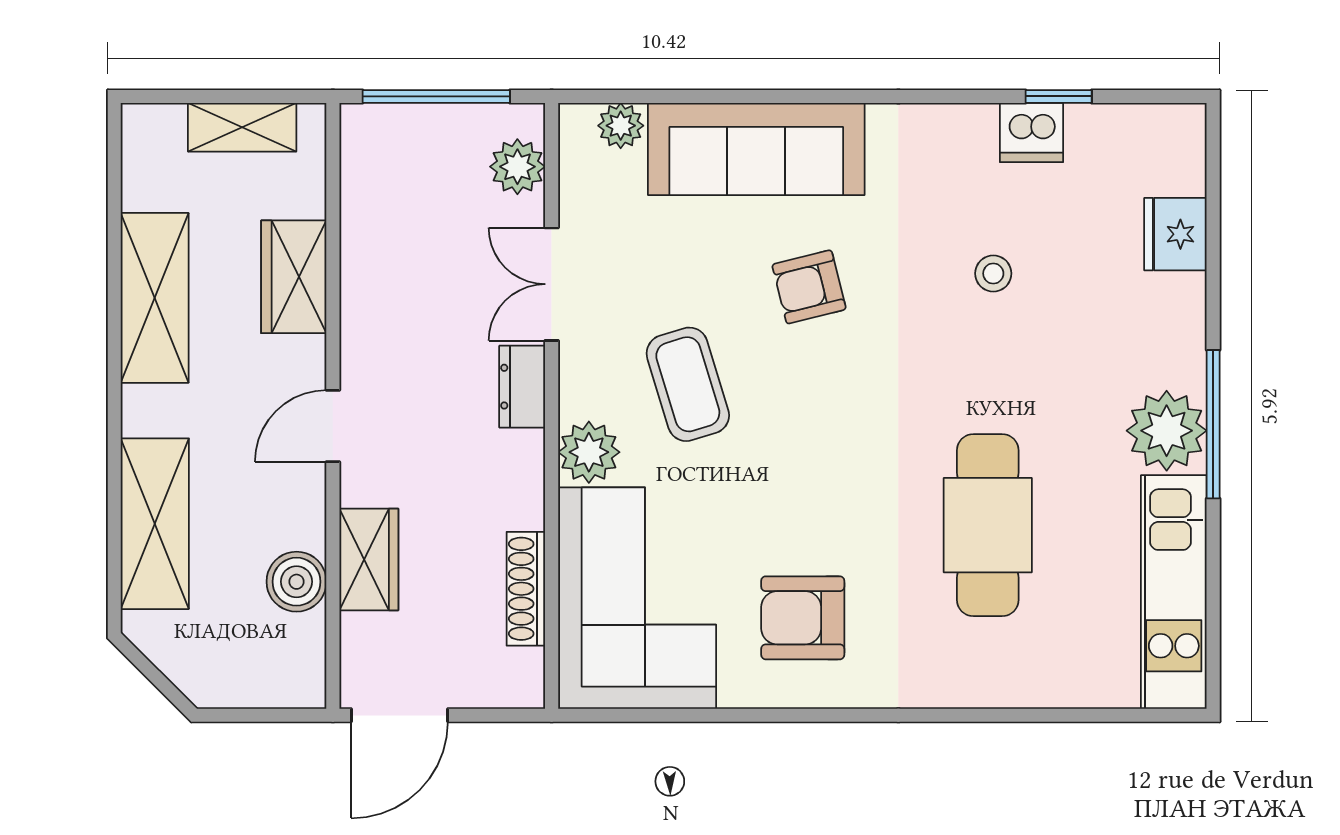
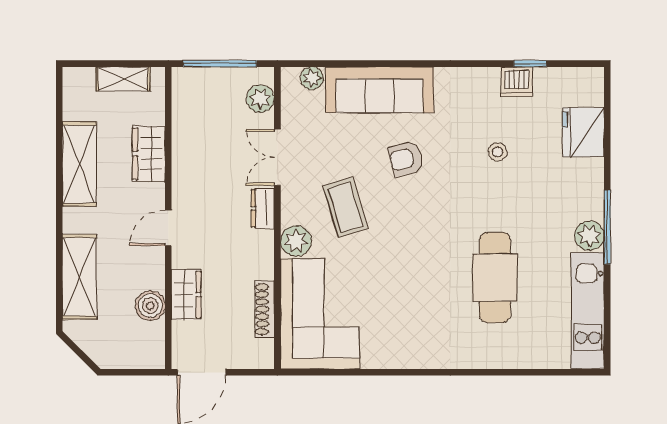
fridge: (1175, 234) -> (583, 132), width x1.36, depth x1.34
plant: (1167, 431) -> (589, 236), width x0.73, depth x0.73
armchair: (803, 618) -> (403, 324), removed

